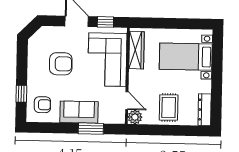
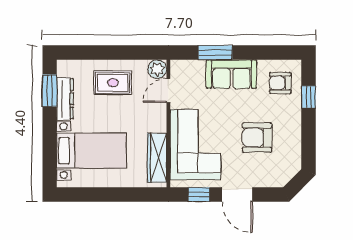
door: (127, 101) -> (168, 91), hinge flipped
window: (216, 103) -> (50, 91), added
rug: (169, 108) -> (113, 83), turned 90
dresser: (205, 110) -> (65, 99), moved

